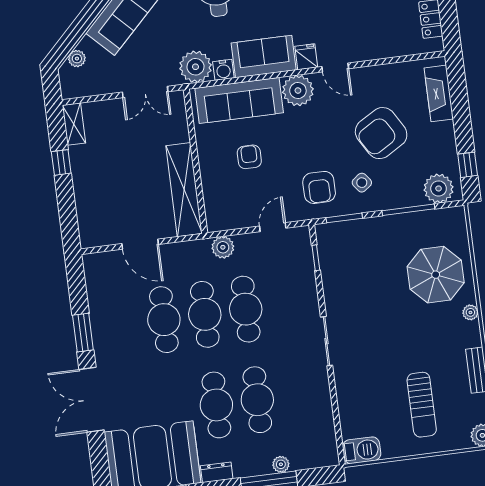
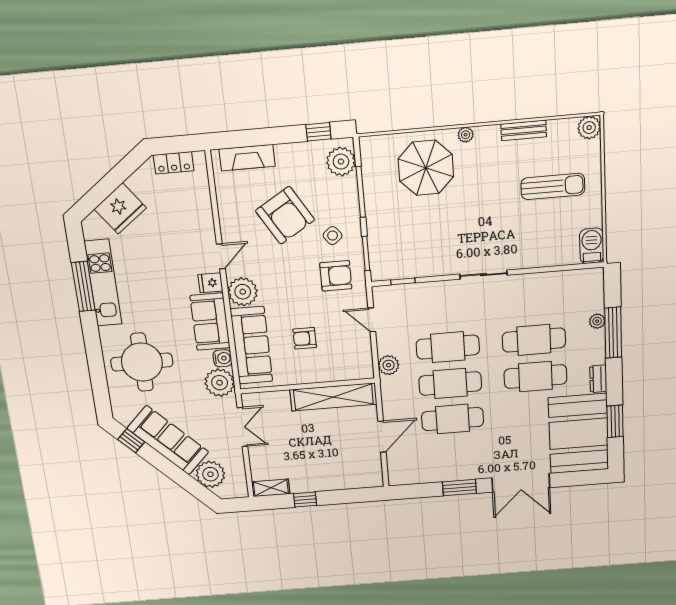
plant: (77, 59) -> (210, 474), width x1.87, depth x1.87

